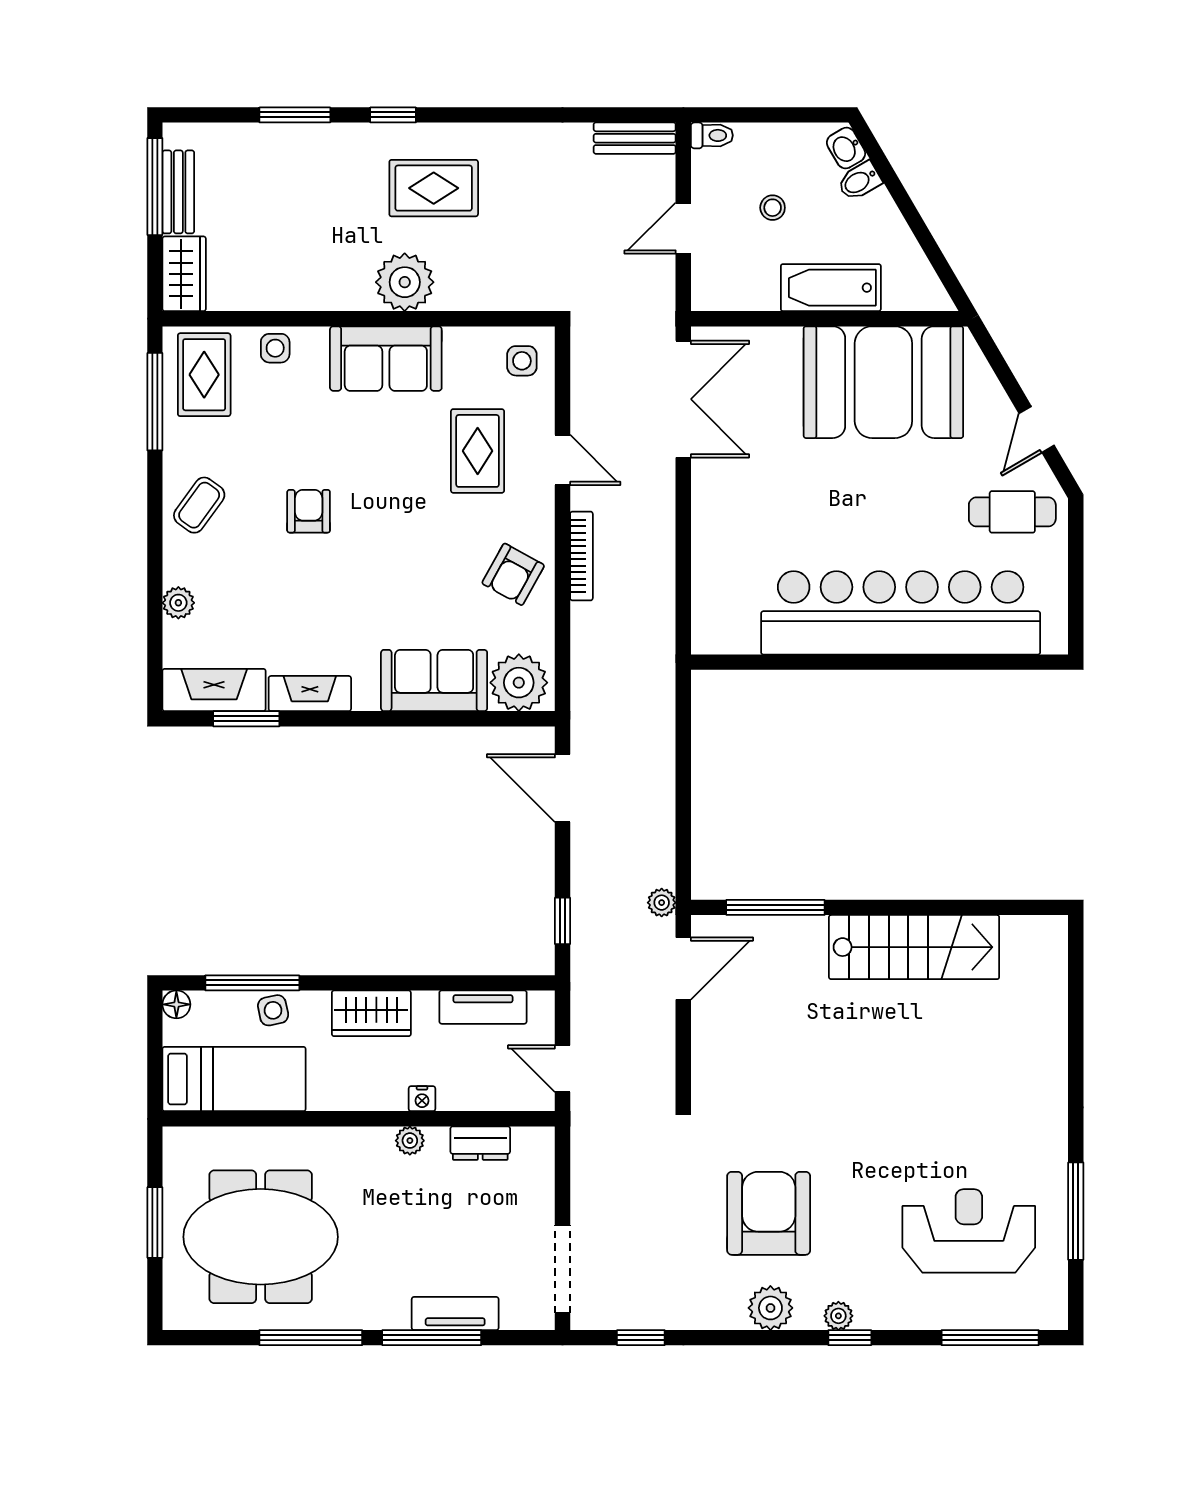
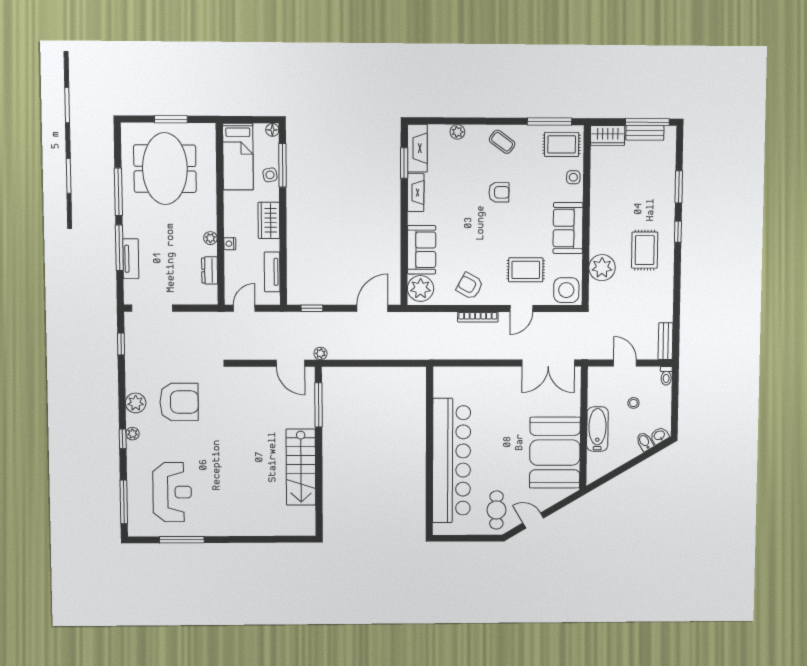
plant: (405, 282) -> (602, 268), moved
side table: (522, 361) -> (566, 290), width x1.87, depth x1.87

